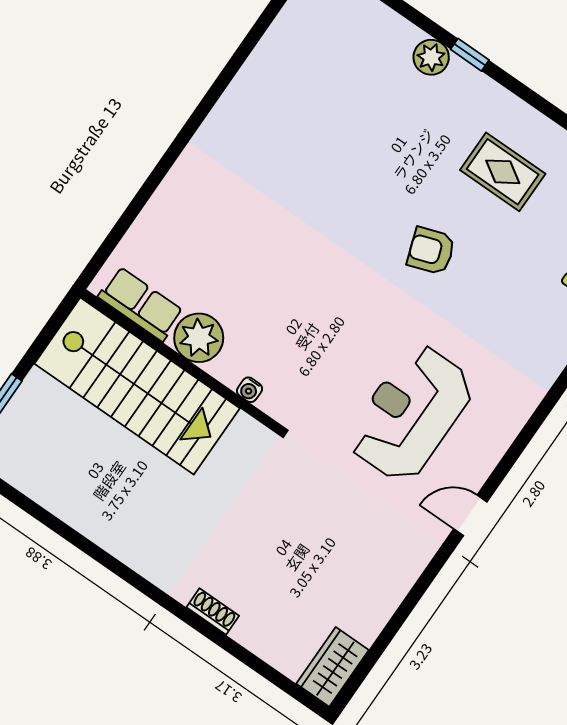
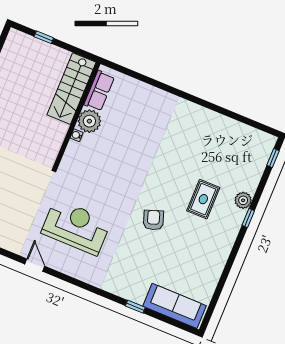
rug: (503, 172) -> (203, 199), moved
stairs: (137, 386) -> (71, 89), width x0.73, depth x0.66
water cooler: (250, 390) -> (77, 135), moved

